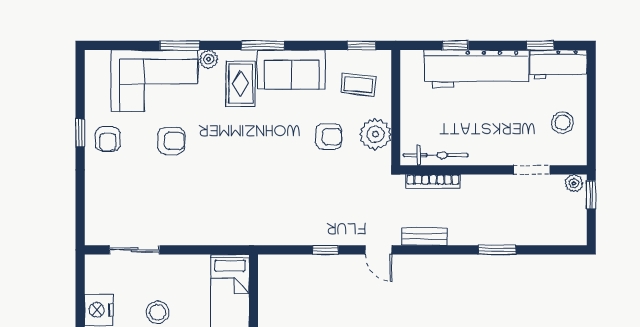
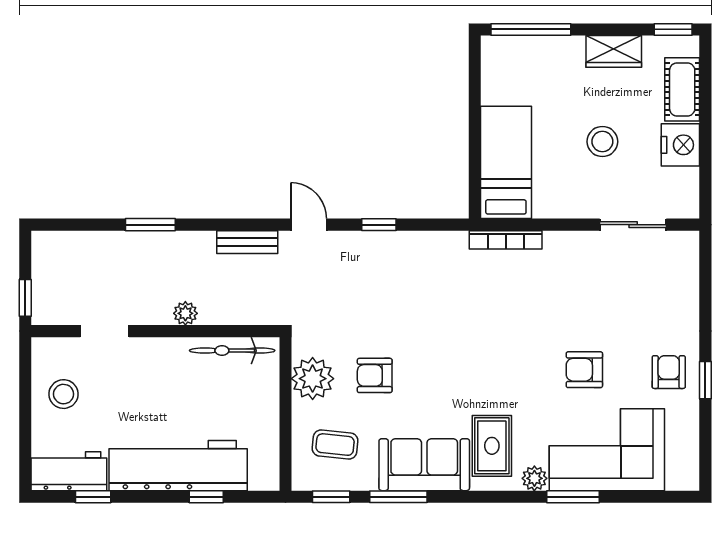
window: (263, 45) -> (398, 497), moved
bookcase: (433, 181) -> (506, 240), moved, turned 180
plant: (574, 183) -> (185, 313), moved

